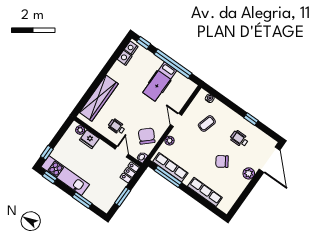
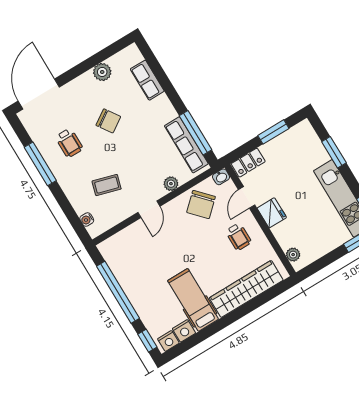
hospital bed: (160, 82) -> (193, 300), moved, turned -90
window: (251, 119) -> (40, 164), width x2.17
fridge: (89, 139) -> (272, 213), moved
plant: (249, 173) -> (102, 72), moved
row of seats: (205, 192) -> (147, 80), width x0.68

